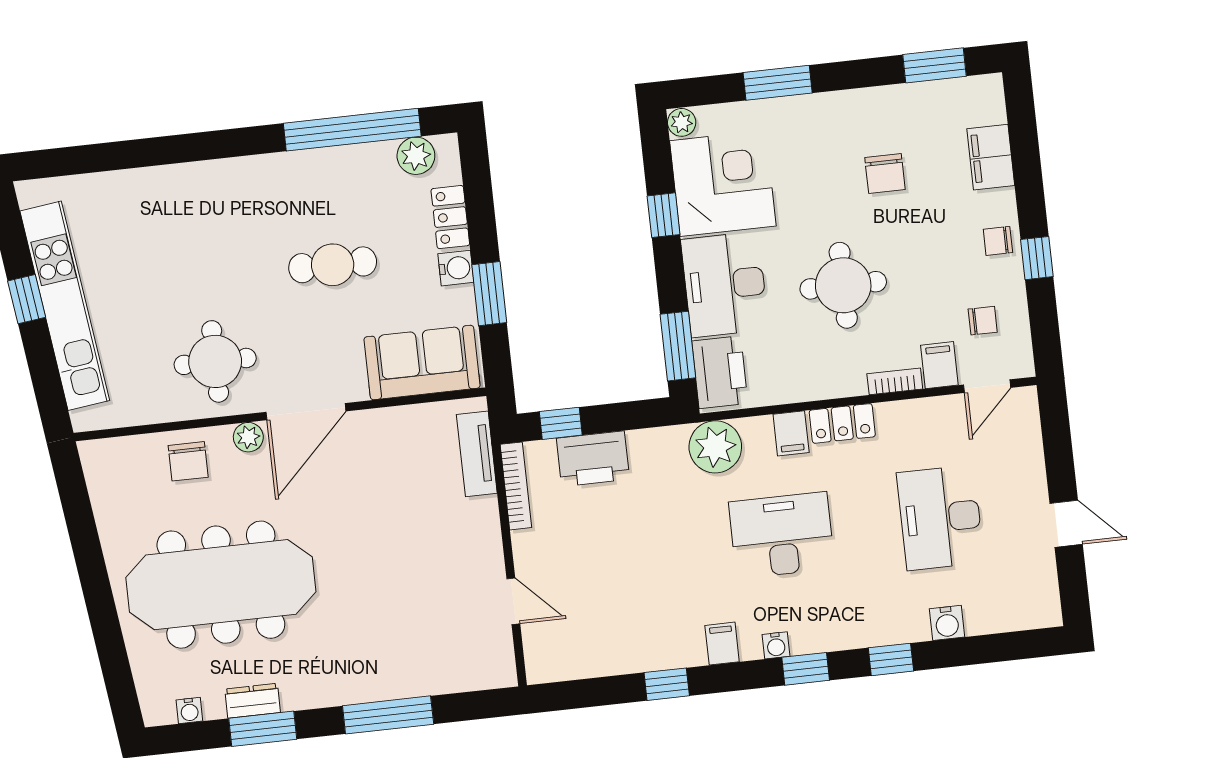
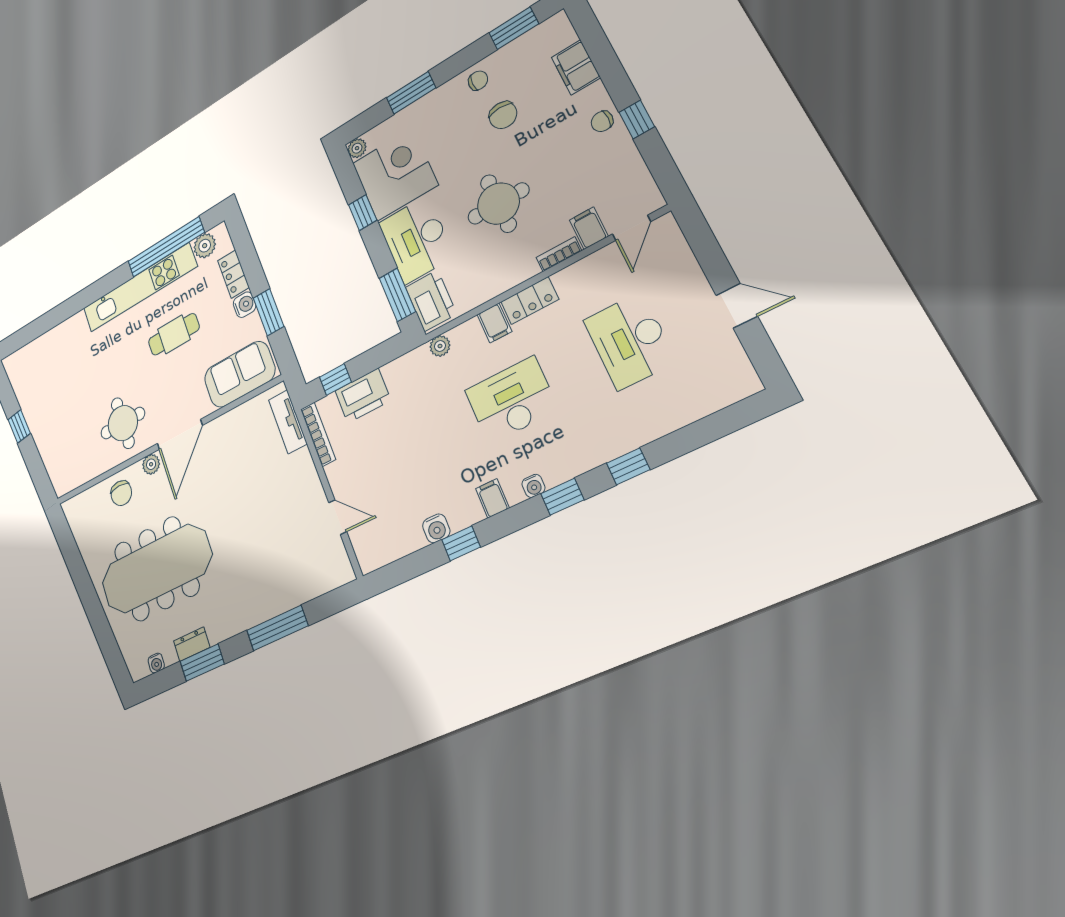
kitchen unit: (65, 306) -> (139, 288), moved, turned 97
chair: (983, 321) -> (478, 81), moved
plant: (715, 447) -> (440, 346), width x0.53, depth x0.53
water cooler: (947, 623) -> (436, 528), moved

